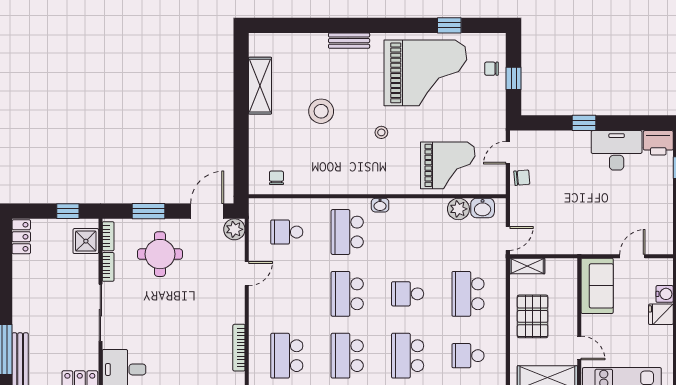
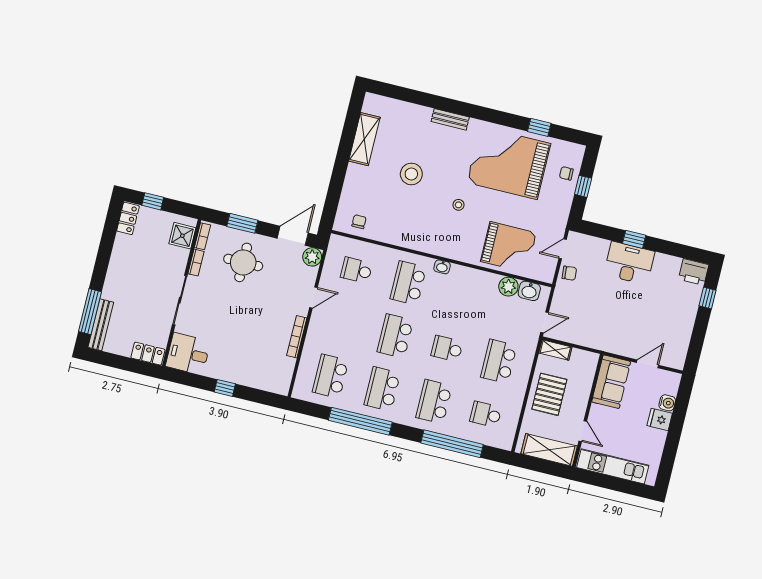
grand piano: (425, 73) -> (509, 163), turned 180
desk: (617, 150) -> (629, 263), moved
window: (68, 211) -> (153, 201), moved
bookcase: (239, 348) -> (297, 337), moved

